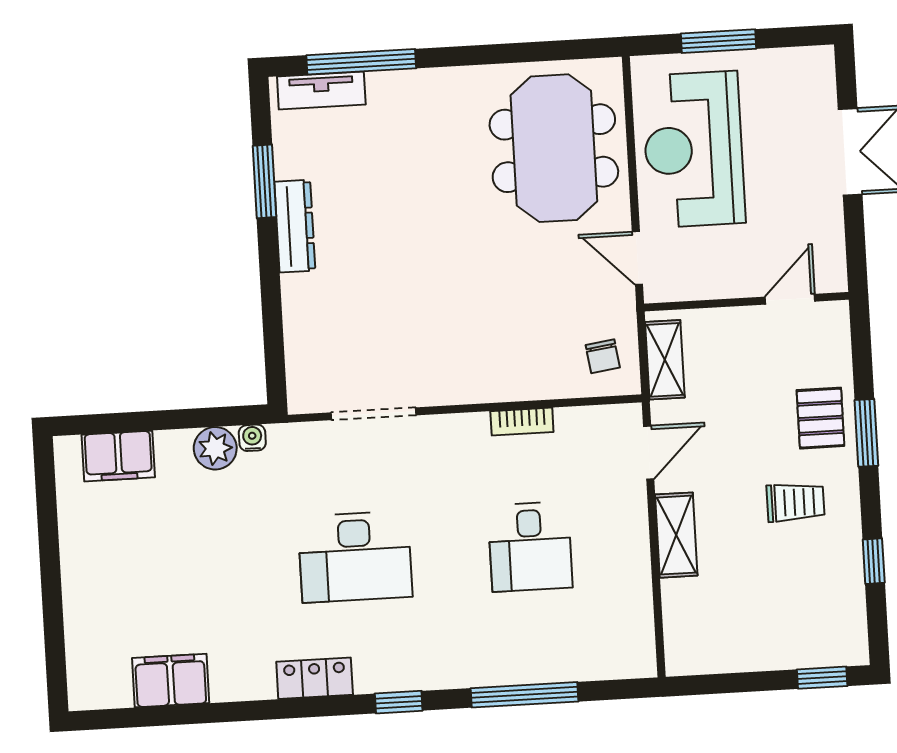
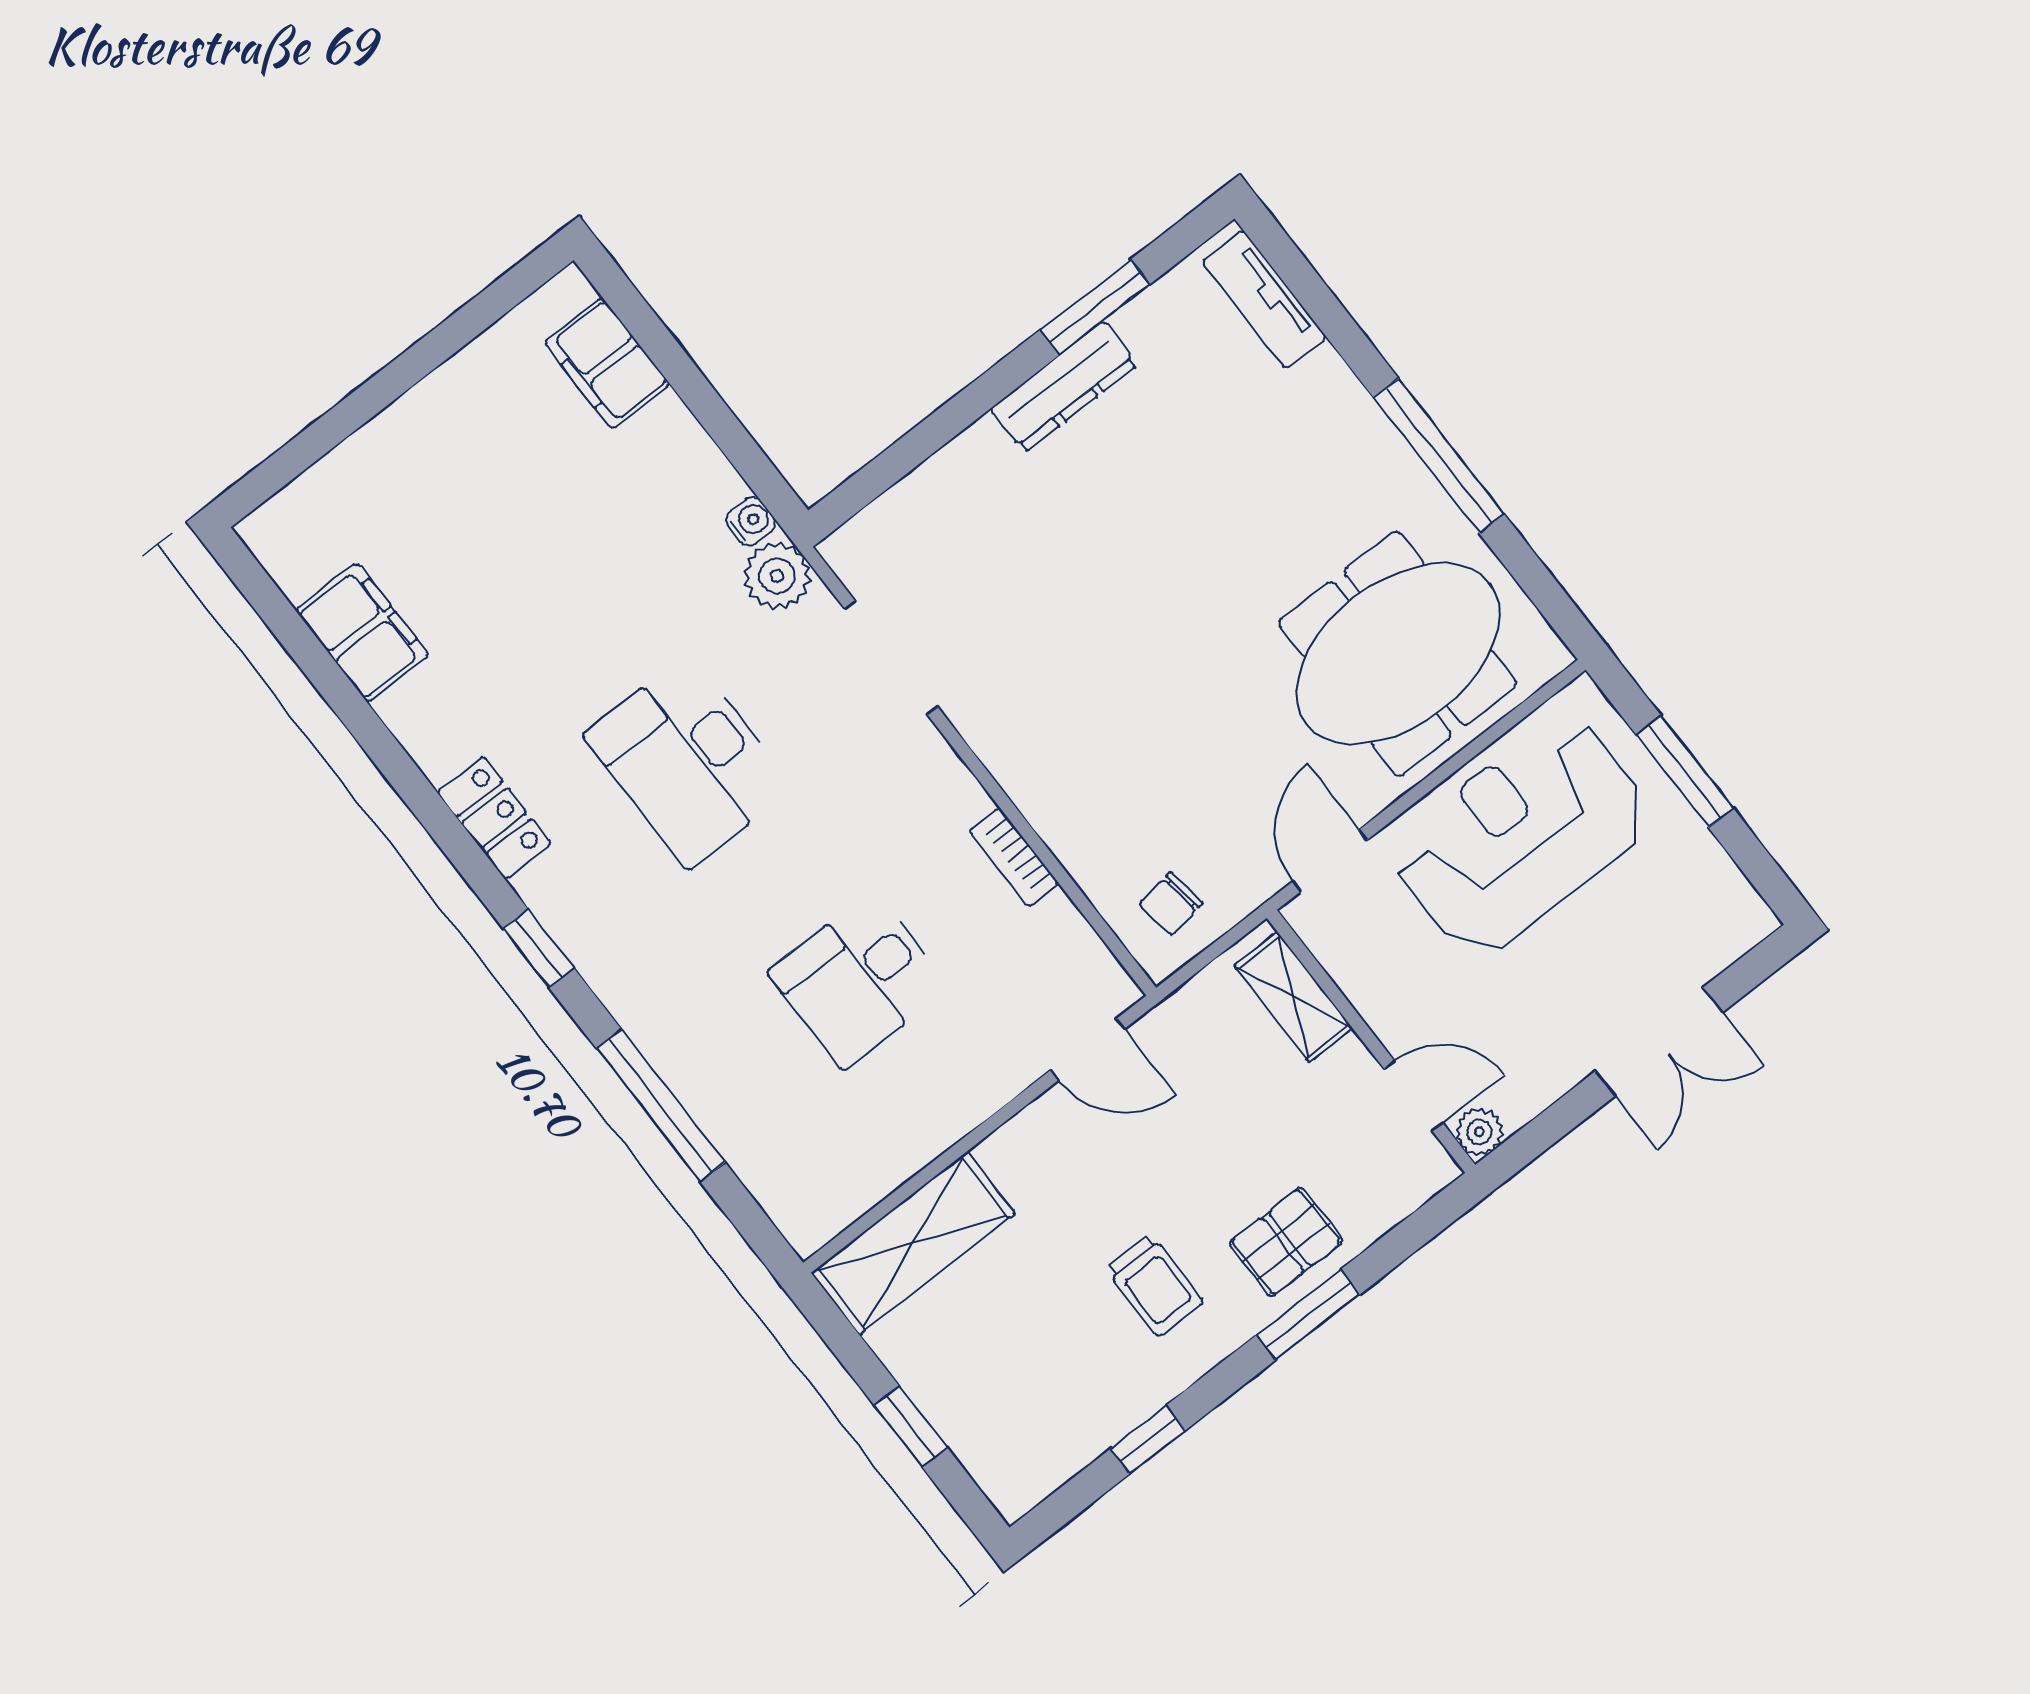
window: (361, 62) -> (1439, 456), moved
plant: (833, 278) -> (1479, 1132), added
shelving: (665, 360) -> (1293, 997), moved, turned 90
plant: (215, 448) -> (777, 576), moved
shelving: (676, 535) -> (913, 1243), moved, width x1.50, depth x1.33
window: (822, 678) -> (911, 1426), moved

